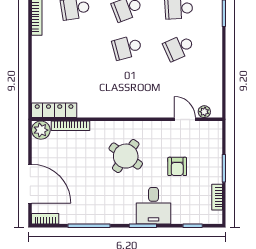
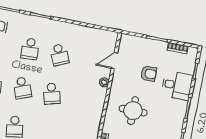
plant: (204, 112) -> (104, 82), moved
round table: (126, 156) -> (133, 111), turned -35
desk: (153, 206) -> (177, 85), moved

